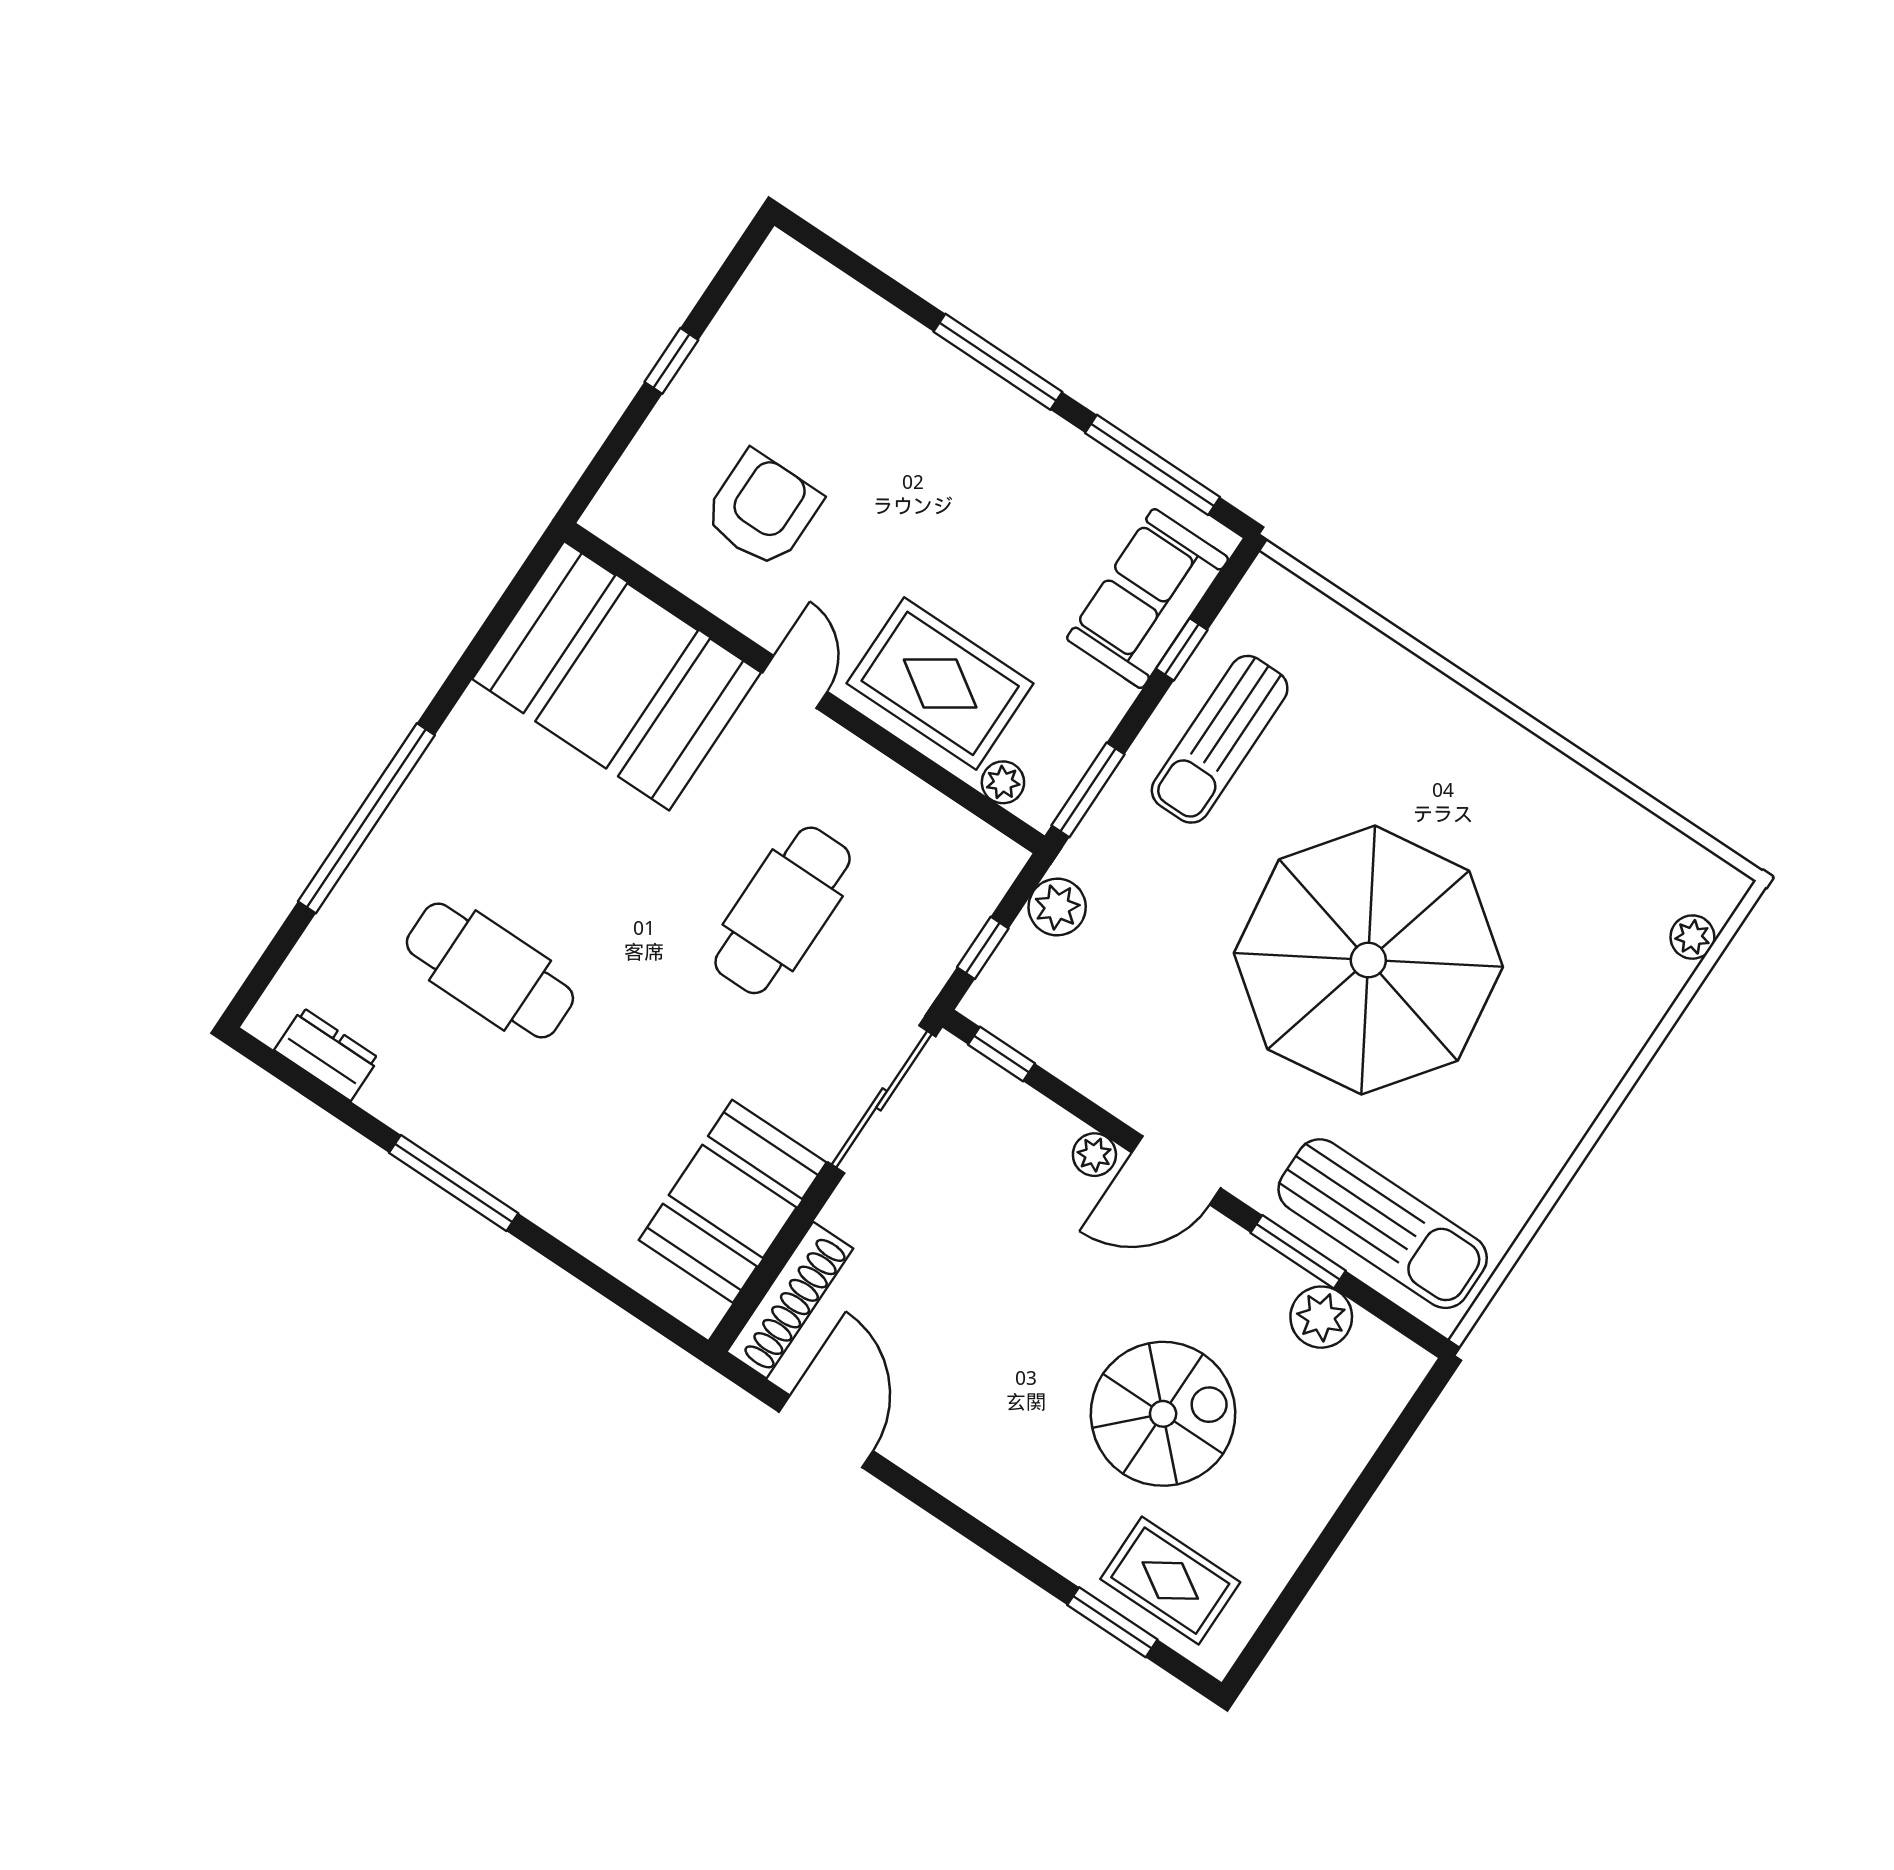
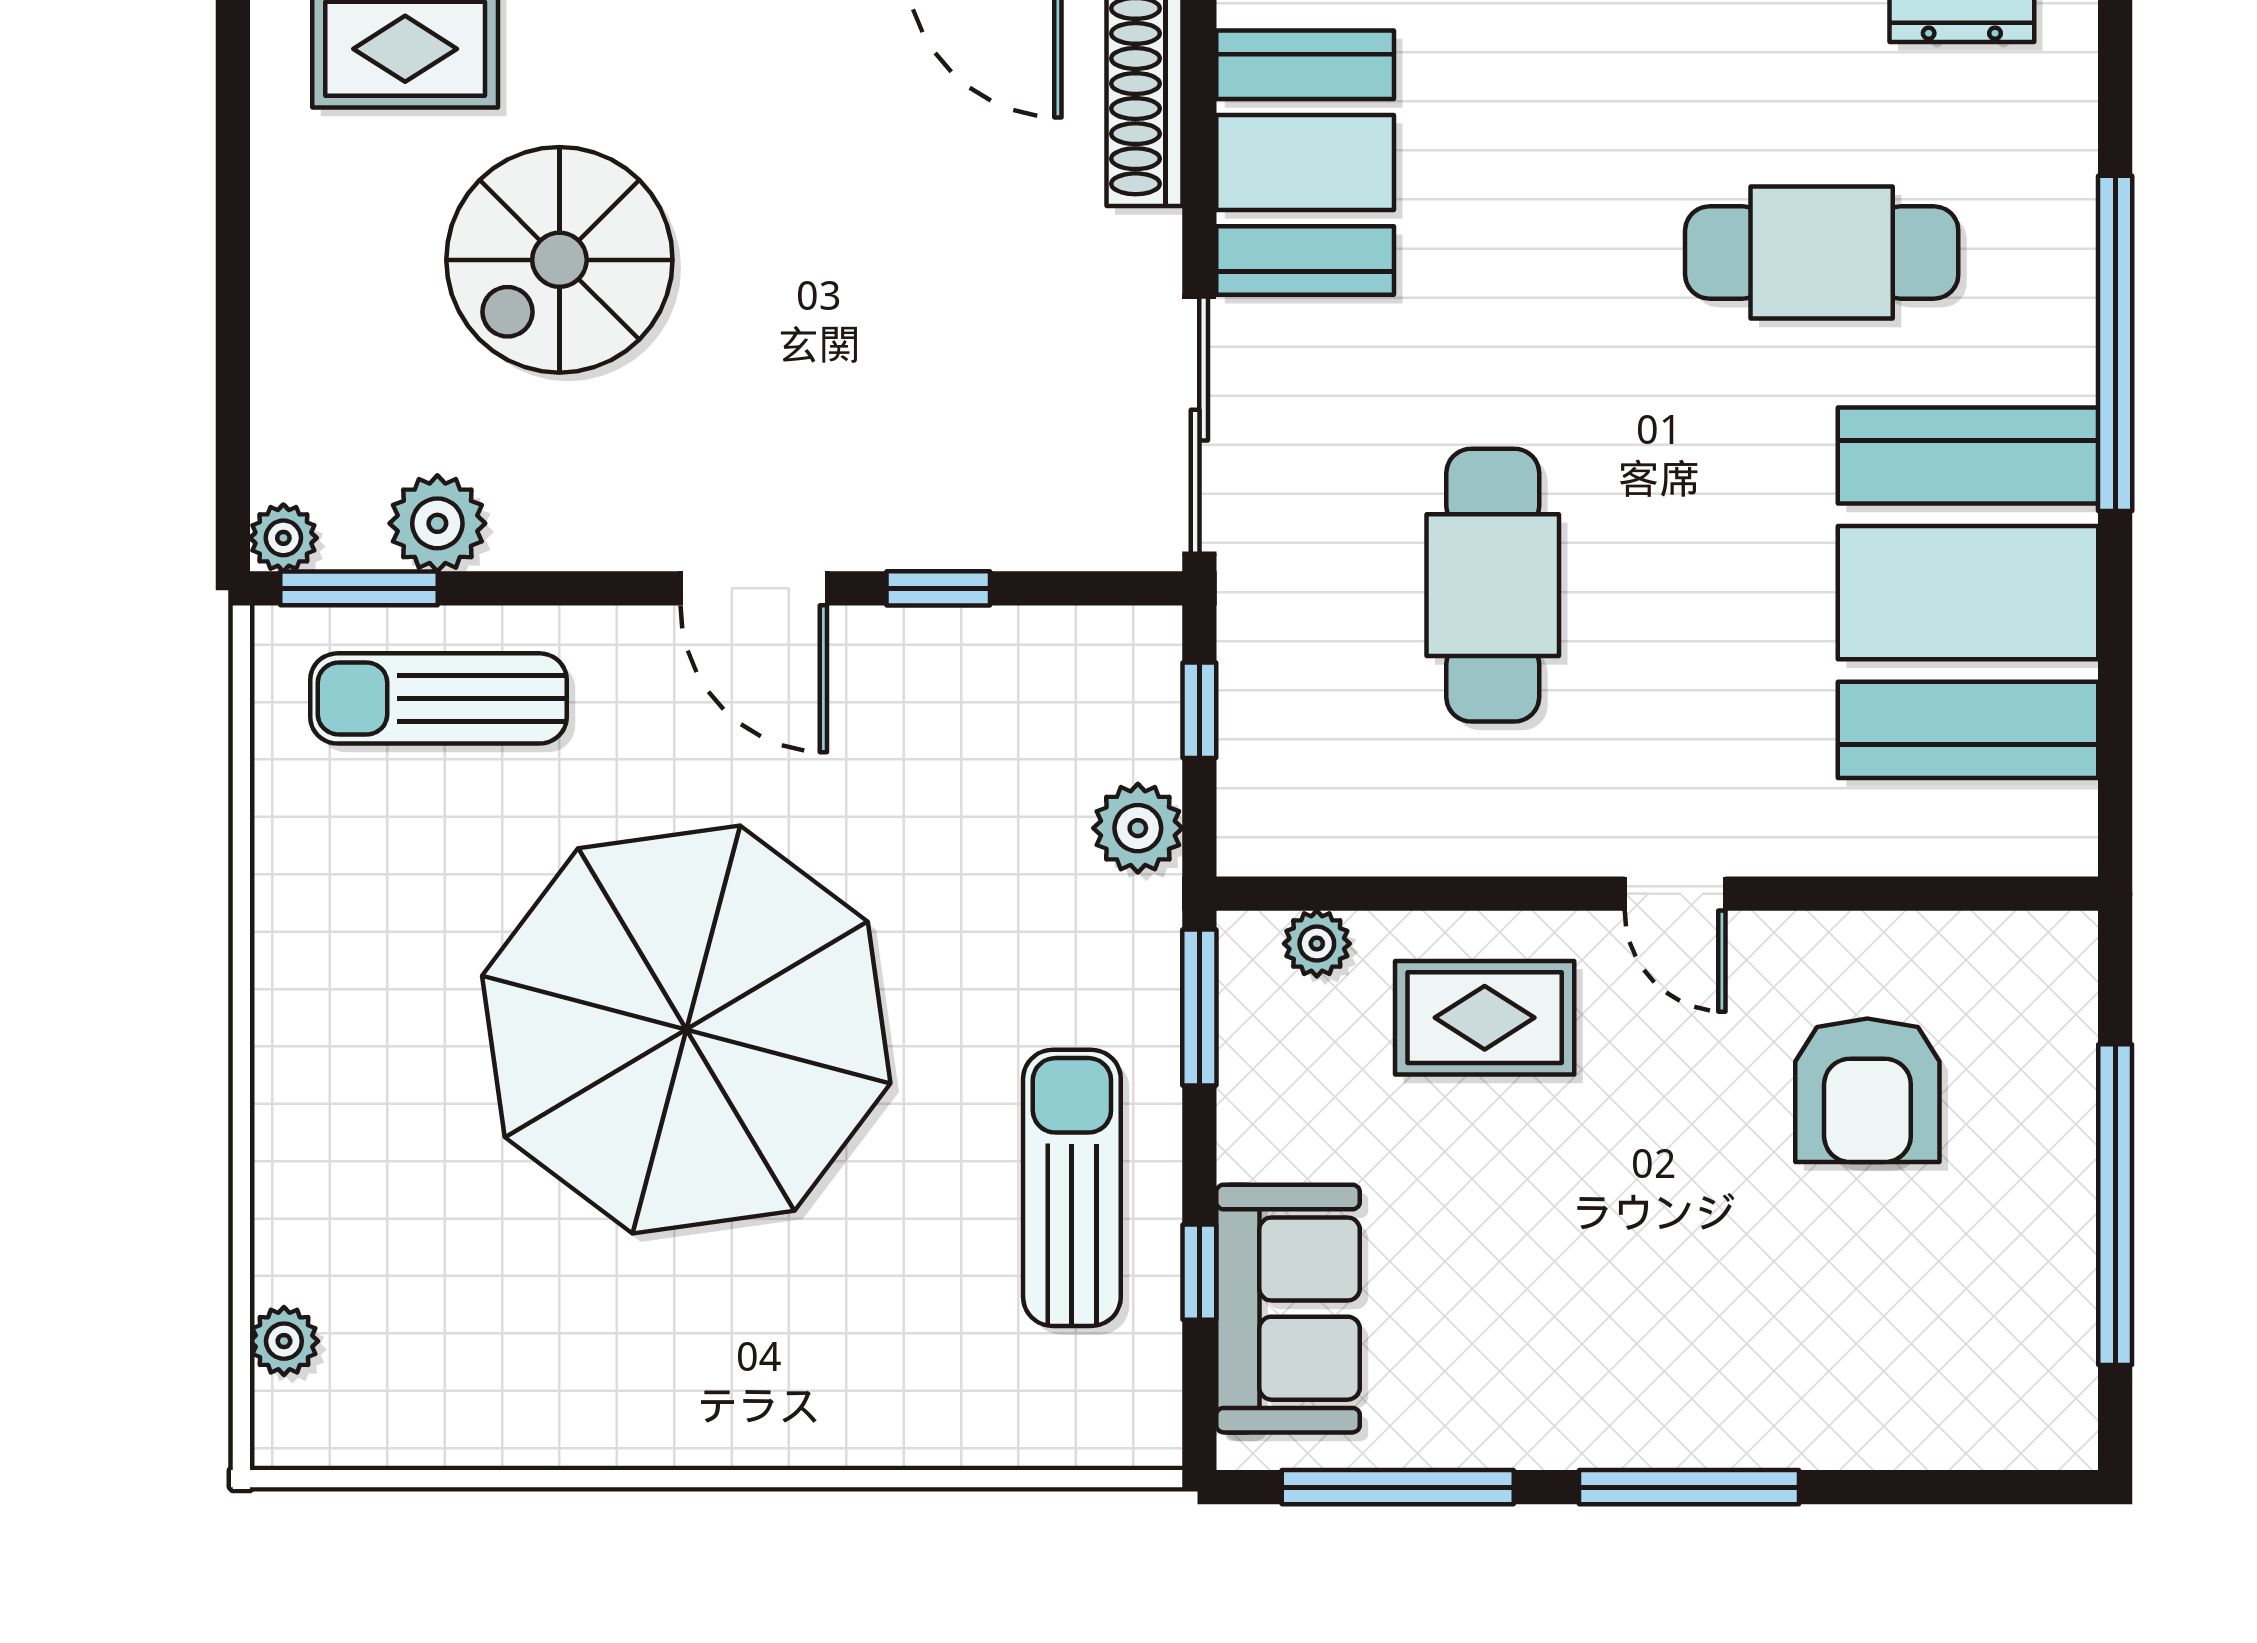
window: (671, 361) -> (2115, 1205), width x3.17
booth: (617, 676) -> (1968, 593), moved, turned 90
rug: (940, 683) -> (1485, 1018), width x0.73, depth x0.70
window: (1002, 1054) -> (938, 588), moved
plant: (1094, 1155) -> (283, 538), moved
door: (1176, 1170) -> (754, 588), swing flipped
sun lounger: (1383, 1224) -> (439, 698), width x0.73, depth x0.75
window: (1298, 1252) -> (359, 588), moved

